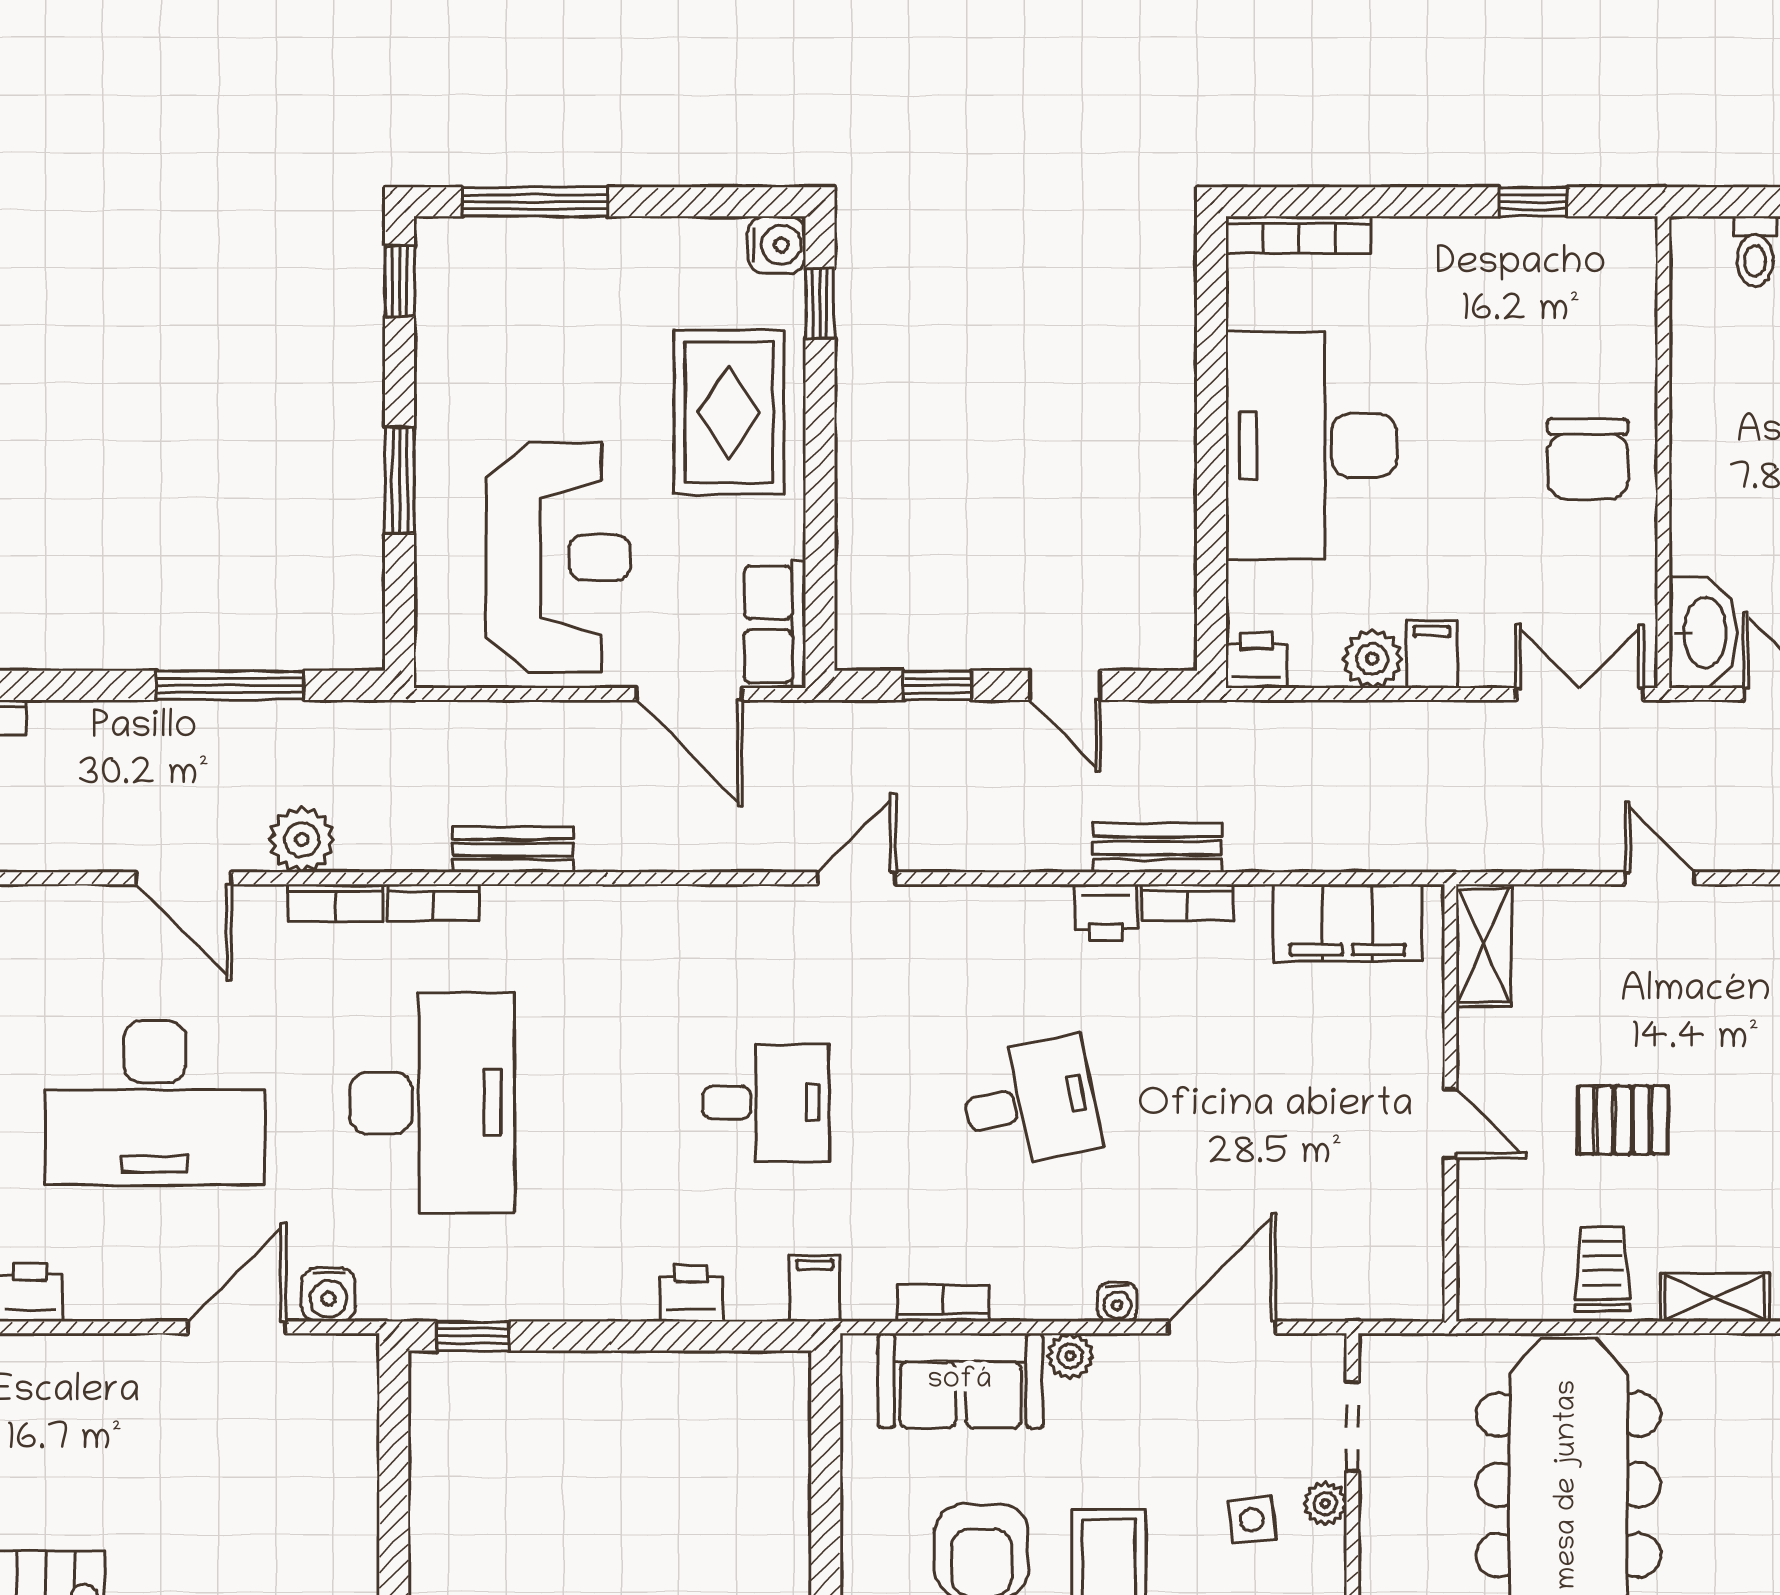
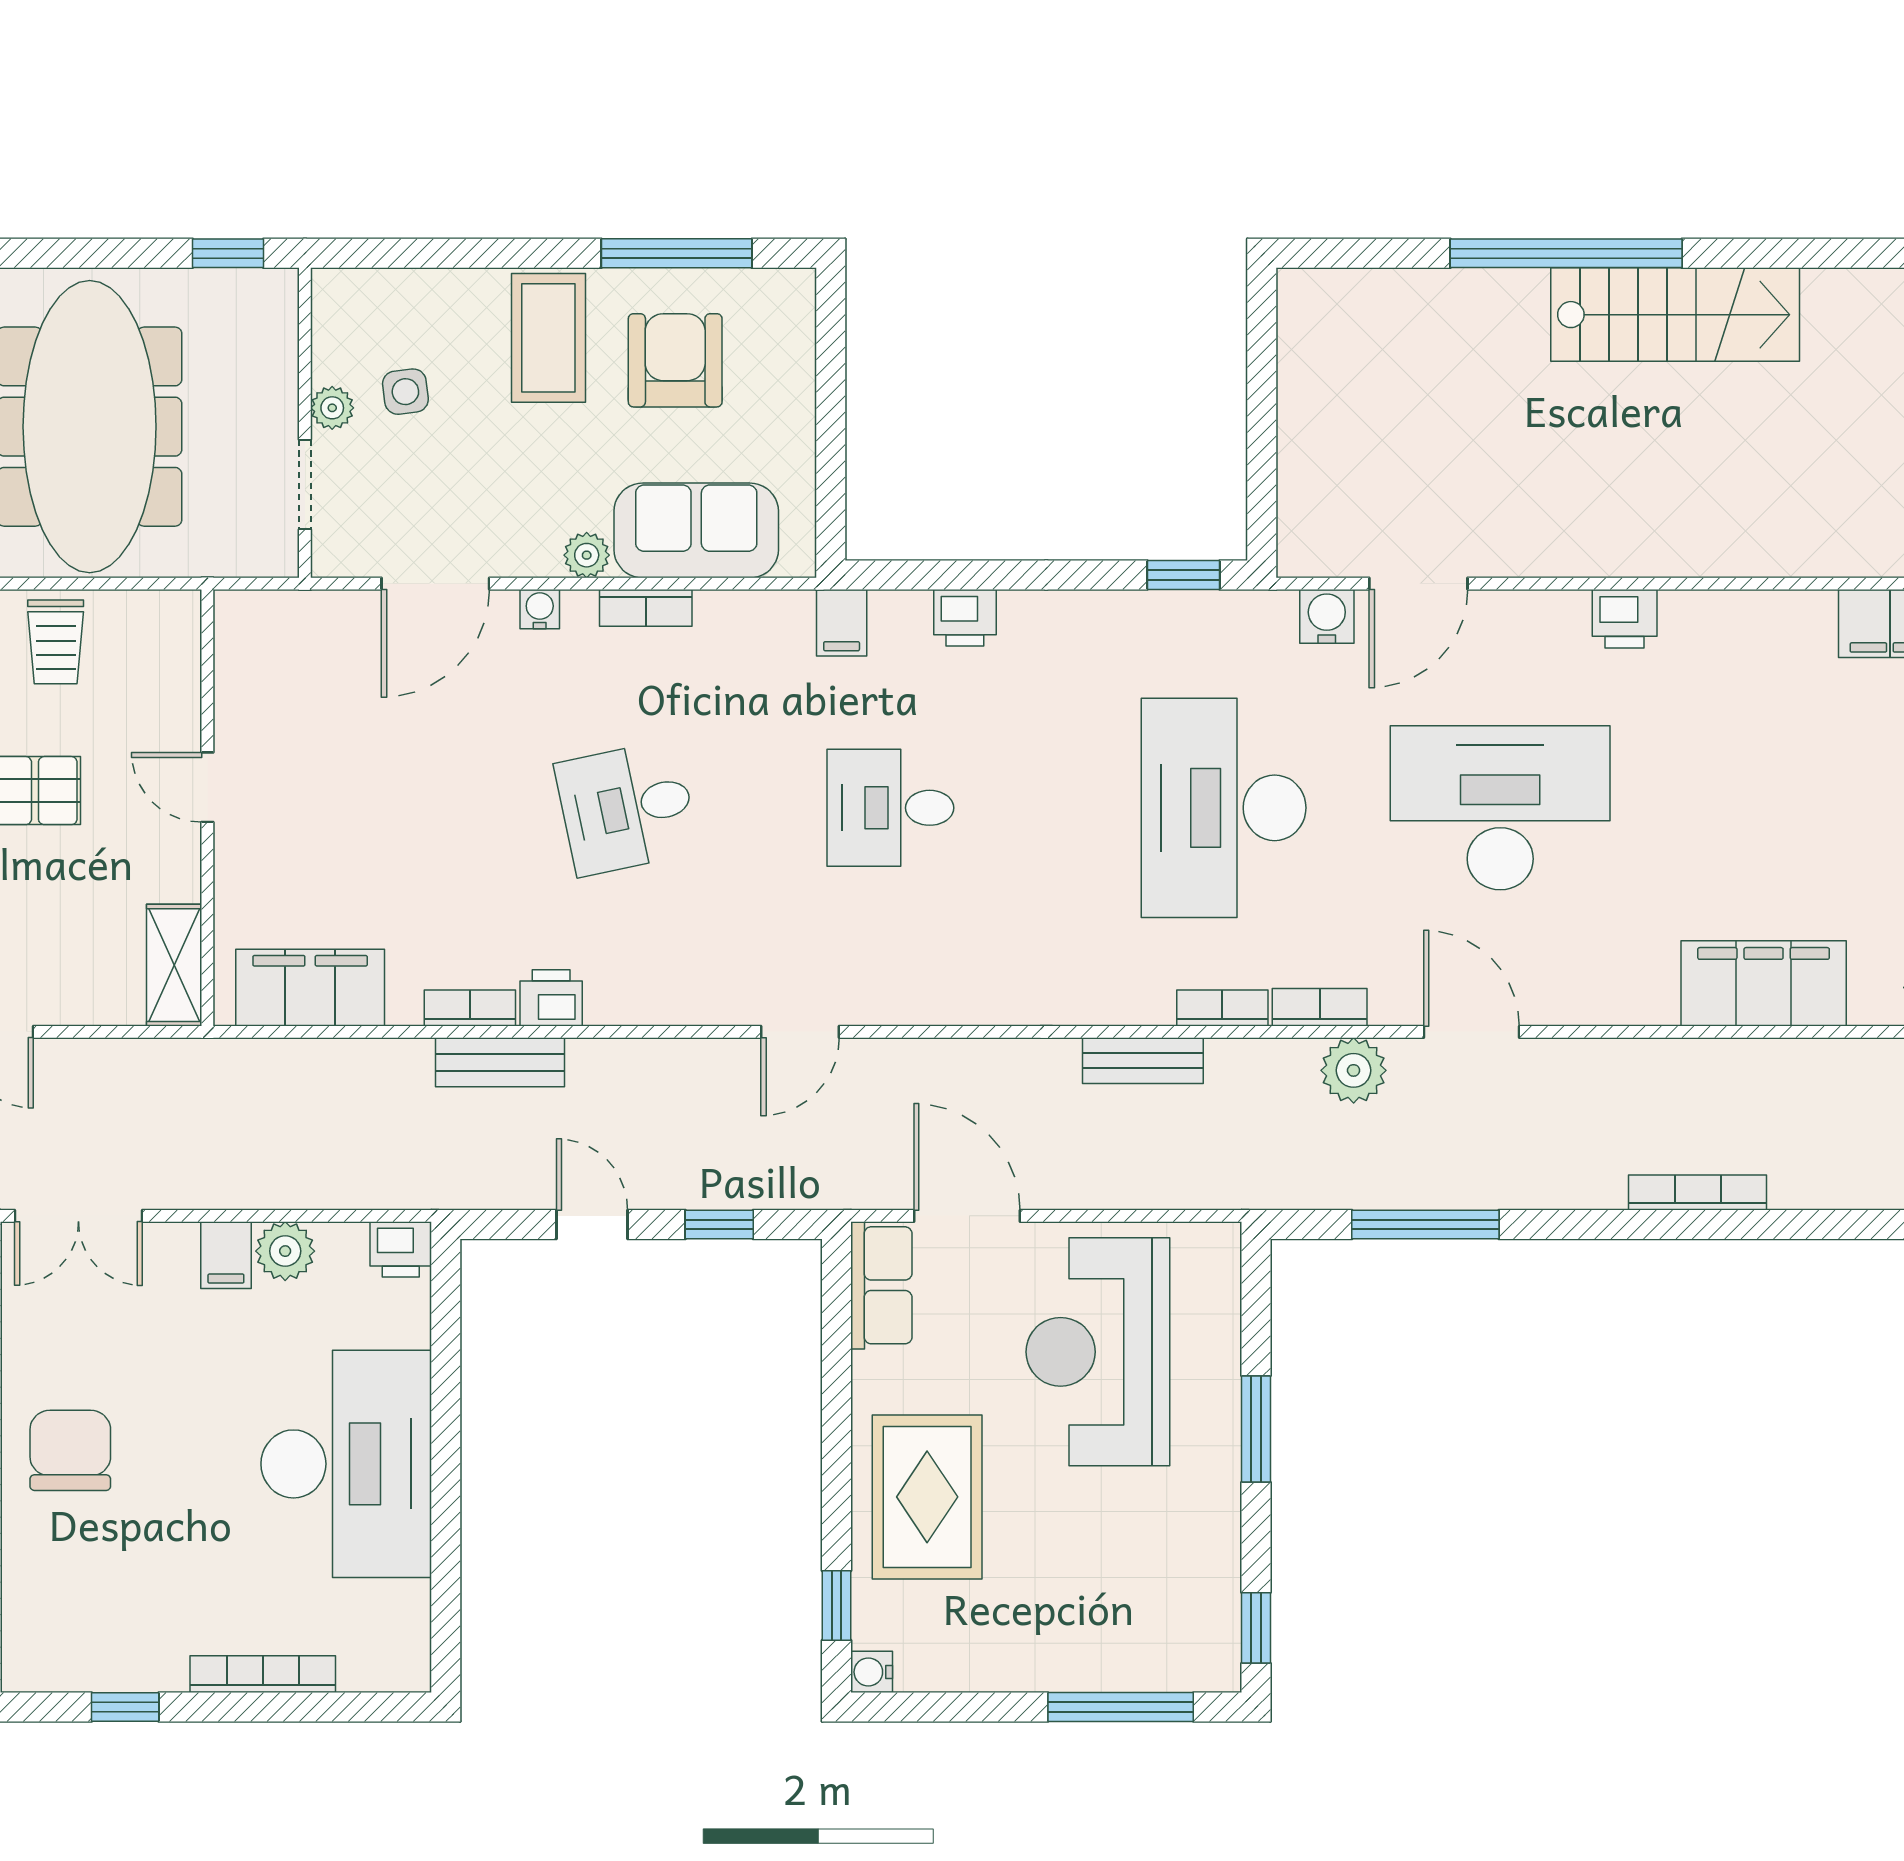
bookcase: (1299, 235) -> (263, 1674), moved
water cooler: (777, 245) -> (872, 1672), width x0.72, depth x0.72
bookcase: (943, 1303) -> (646, 608), moved

